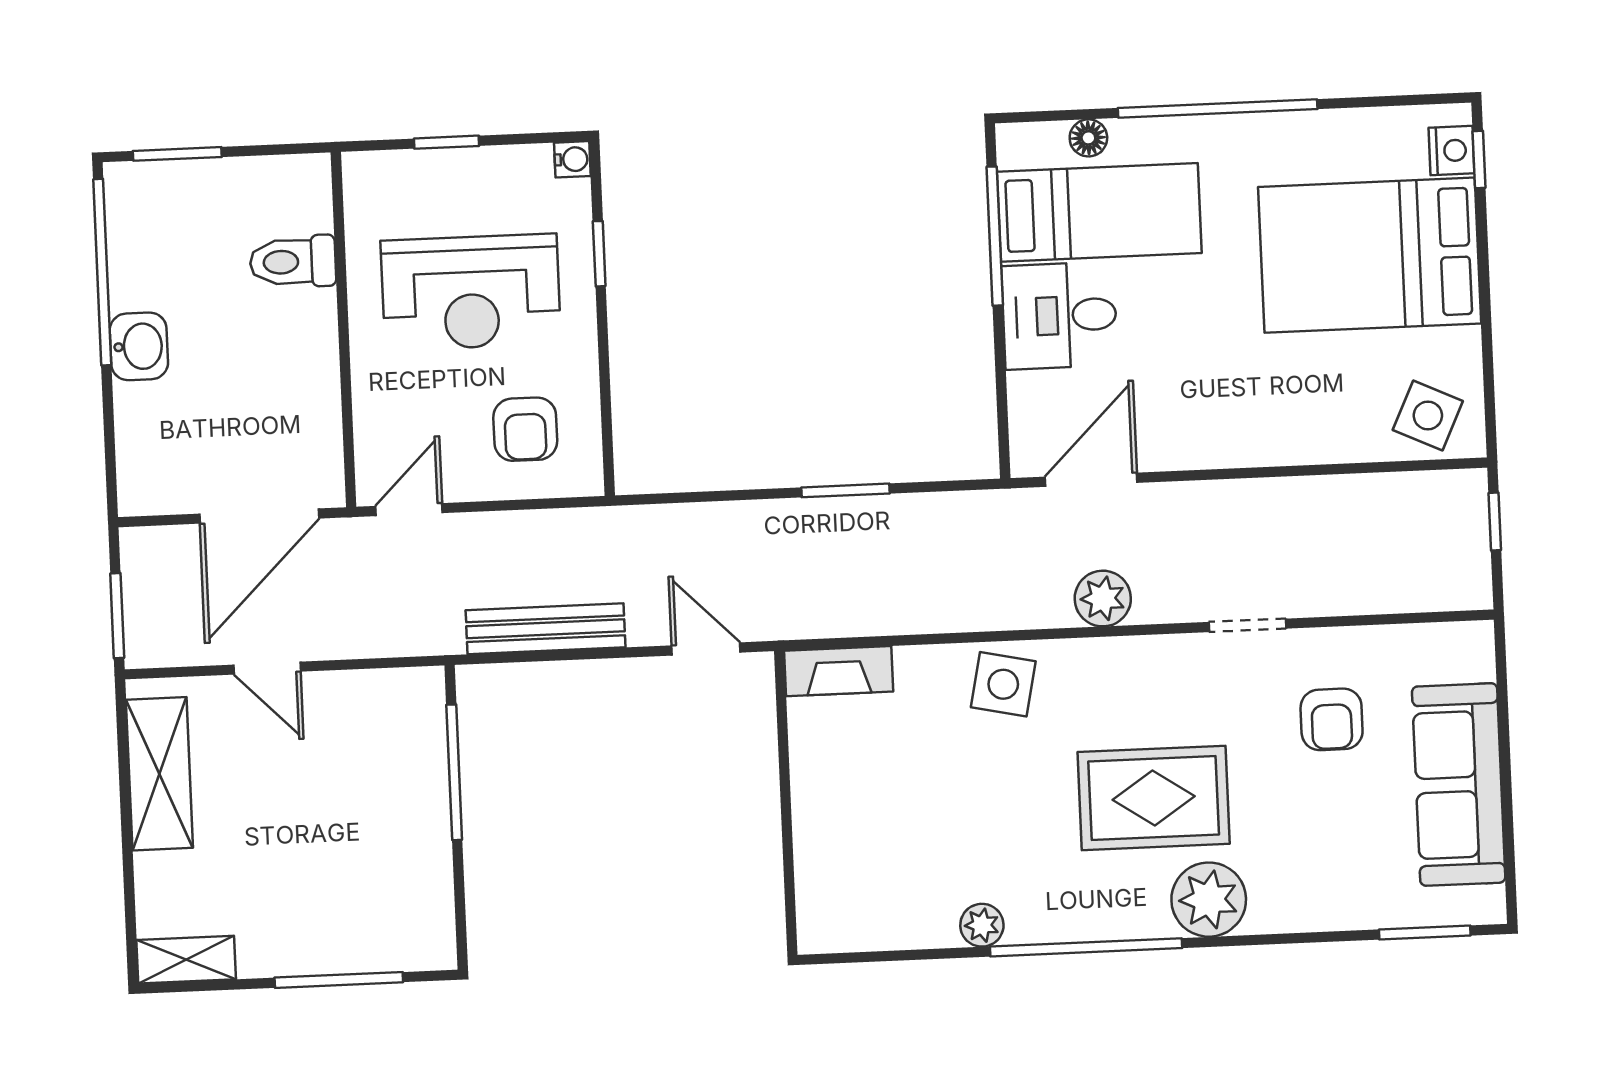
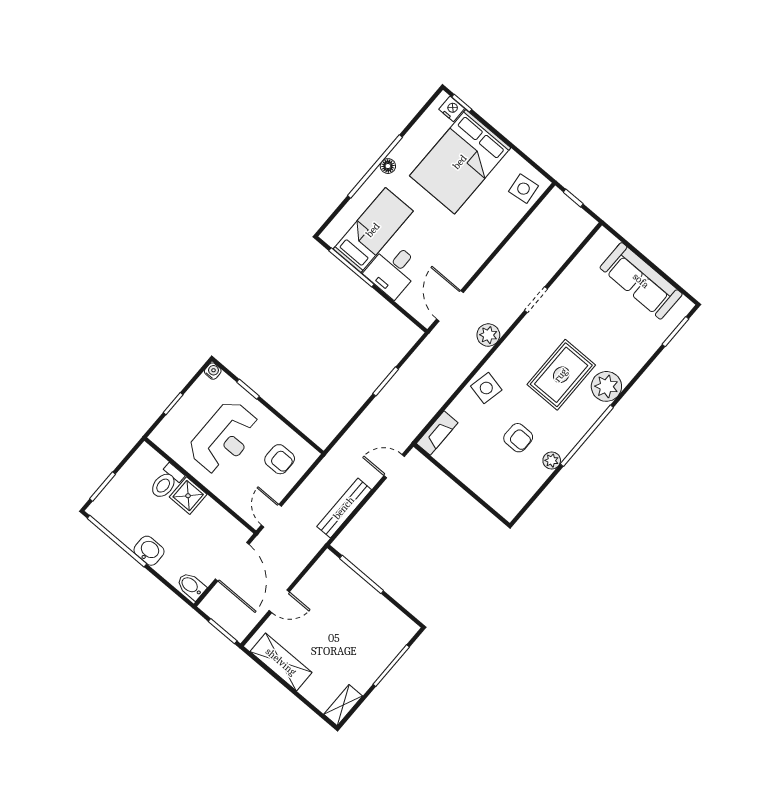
floor lamp: (1088, 138) -> (388, 166), moved
shower: (305, 325) -> (188, 496), added
side table: (1428, 415) -> (523, 189), turned -32
bidet: (146, 482) -> (191, 586), added
armchair: (1332, 719) -> (518, 438), moved

